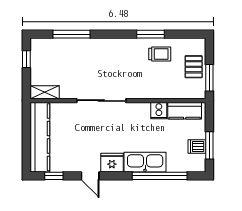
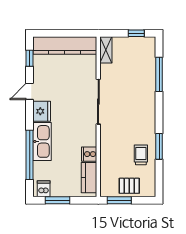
trolley: (160, 54) -> (141, 155), turned 180
dishwasher: (197, 147) -> (44, 189), moved

